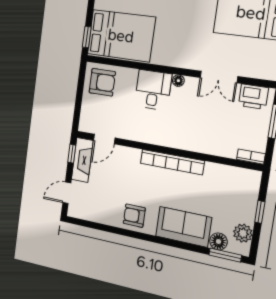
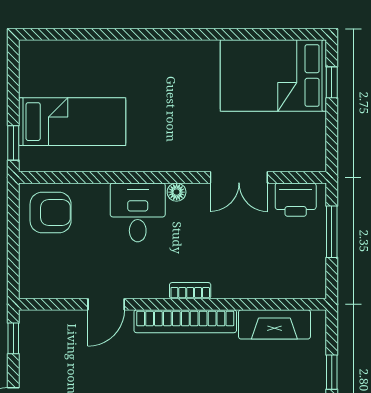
bed: (121, 36) -> (72, 122), width x0.67
door: (104, 139) -> (106, 304), moved
bookcase: (251, 157) -> (190, 291), moved
fireplace: (82, 160) -> (274, 324), moved, turned 90

